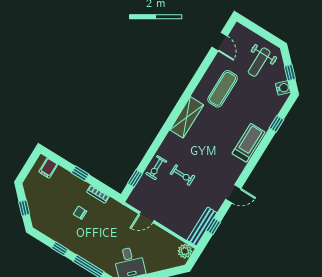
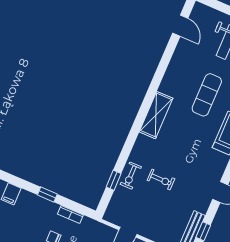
exercise mat: (223, 89) -> (207, 95), moved
window: (135, 178) -> (114, 180), moved

